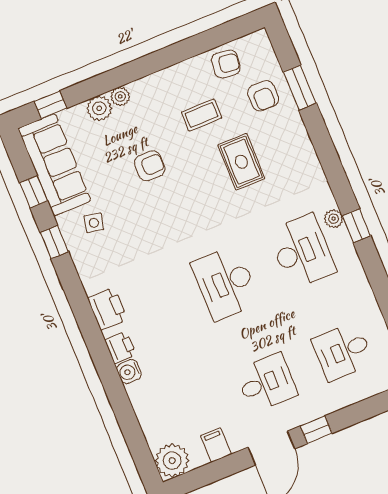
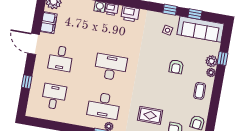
window: (51, 105) -> (222, 59), moved
coffee table: (202, 115) -> (200, 91), moved
rug: (241, 162) -> (150, 115), moved
window: (316, 430) -> (27, 82), moved
filing cabinet: (216, 445) -> (49, 23), width x2.00

